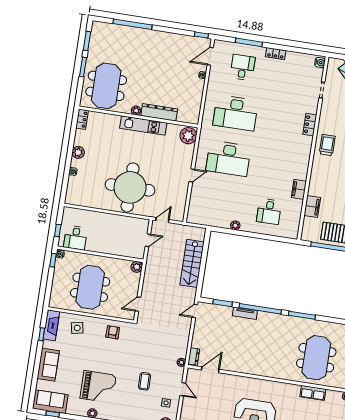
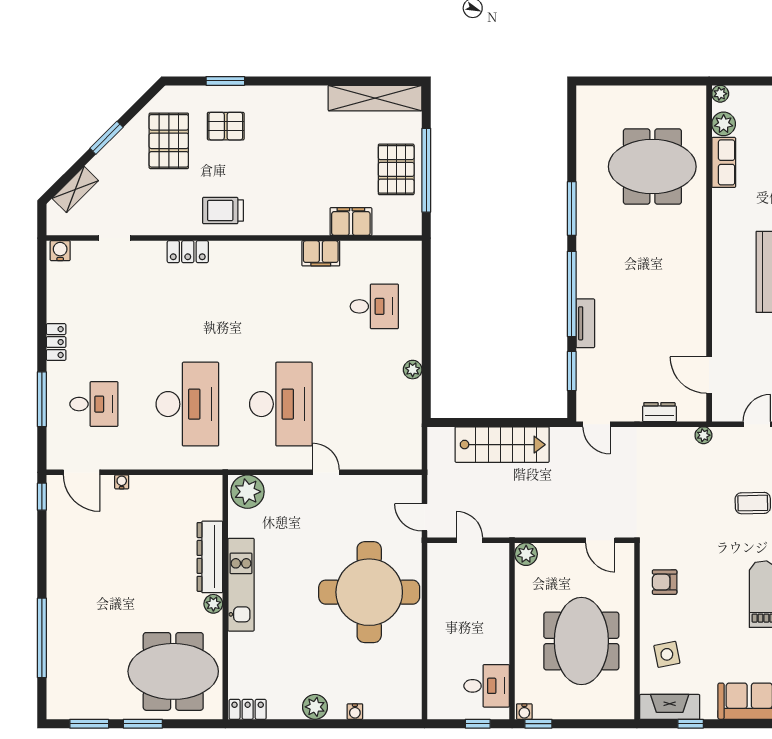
desk: (243, 67) -> (94, 404), turned 180
meeting table: (90, 287) -> (581, 641), turned 90
dresser: (194, 357) -> (659, 412), moved
plant: (332, 396) -> (724, 124), added

